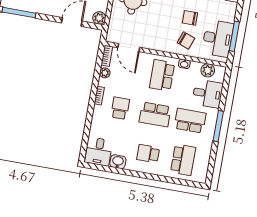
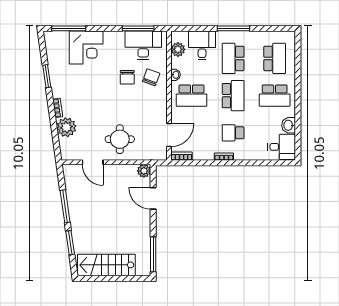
plant: (105, 73) -> (199, 155), removed
school desk: (148, 154) -> (275, 96), width x1.85
school desk: (183, 160) -> (275, 58), turned 90

